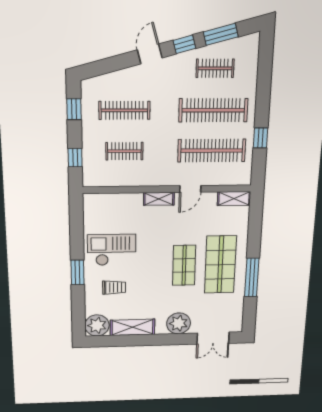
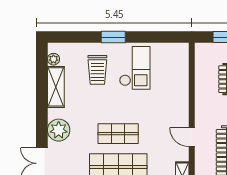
shelving: (159, 199) -> (183, 110), removed
trolley: (114, 287) -> (97, 70), width x1.36, depth x1.39
plant: (97, 325) -> (53, 59), width x0.53, depth x0.53

